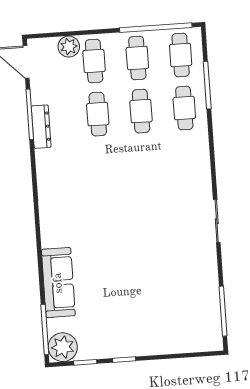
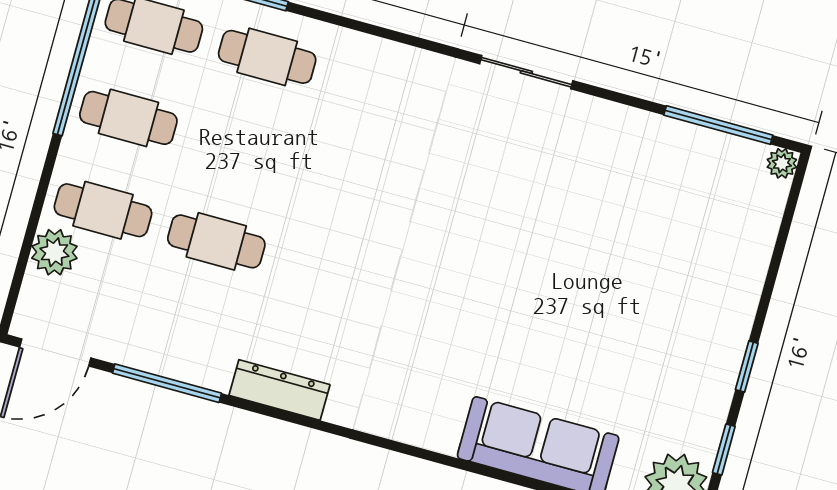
cafe table: (141, 111) -> (242, 149), removed
dresser: (41, 127) -> (280, 390), moved
plant: (216, 344) -> (782, 163), added

